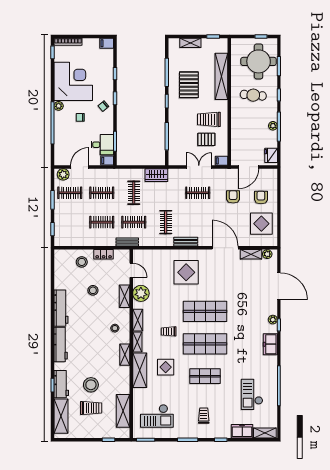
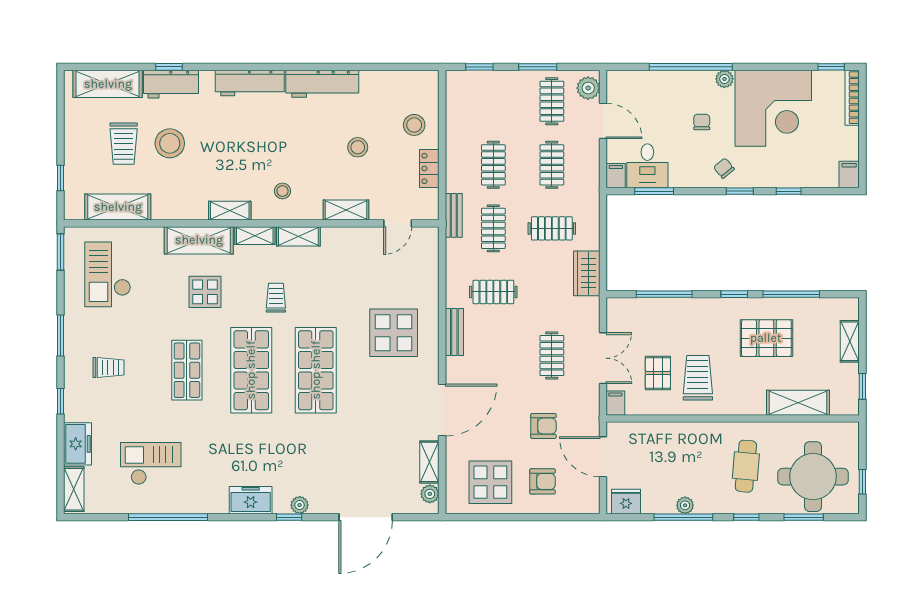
shelving: (221, 76) -> (798, 403), width x0.68
plant: (141, 293) -> (352, 243), removed

